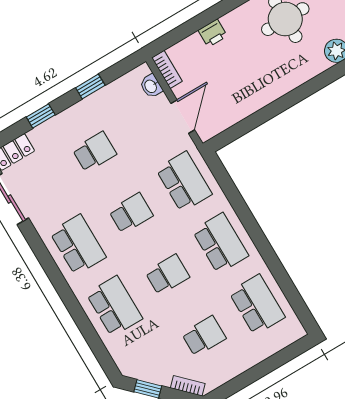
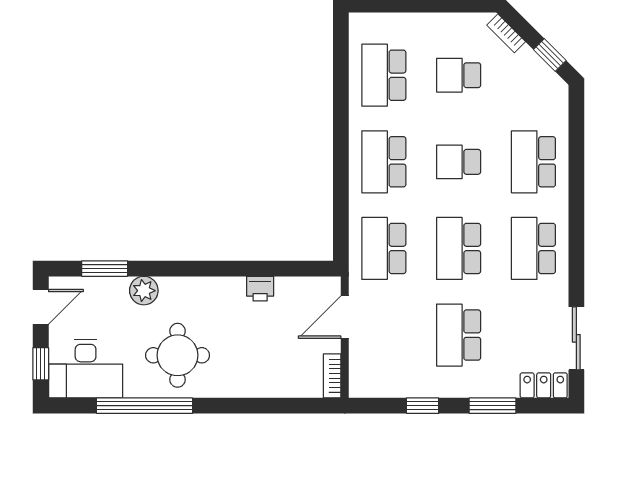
printer: (213, 33) -> (260, 289), moved, turned 180
washbasin: (151, 86) -> (359, 368), removed
window: (41, 116) -> (492, 406), width x1.50
school desk: (94, 152) -> (459, 335), width x1.85
school desk: (131, 213) -> (459, 248), width x1.85

